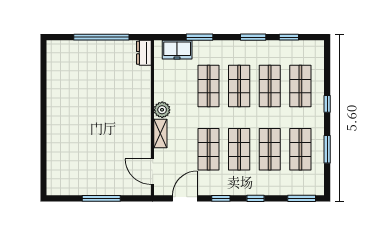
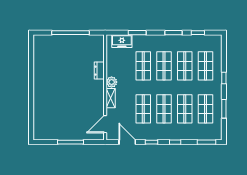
dresser: (144, 53) -> (99, 71), moved
door: (153, 172) -> (105, 124), hinge flipped
door: (185, 198) -> (127, 142), hinge flipped

